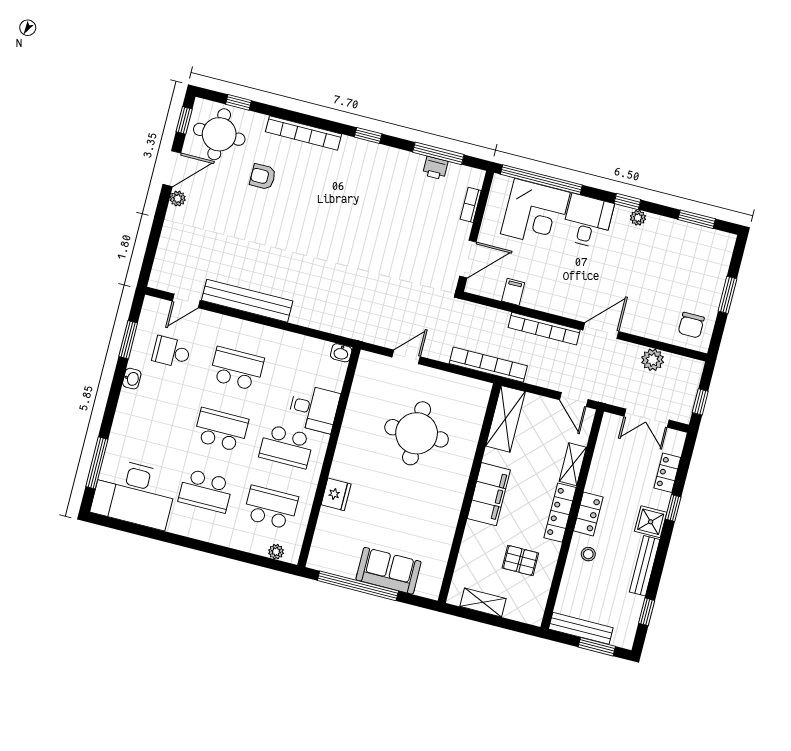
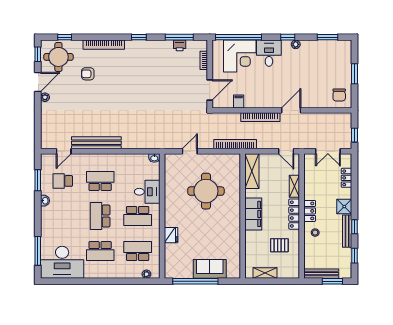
plant: (653, 360) -> (323, 119), removed
school desk: (221, 430) -> (100, 216), turned -90
window: (673, 508) -> (355, 227), moved

